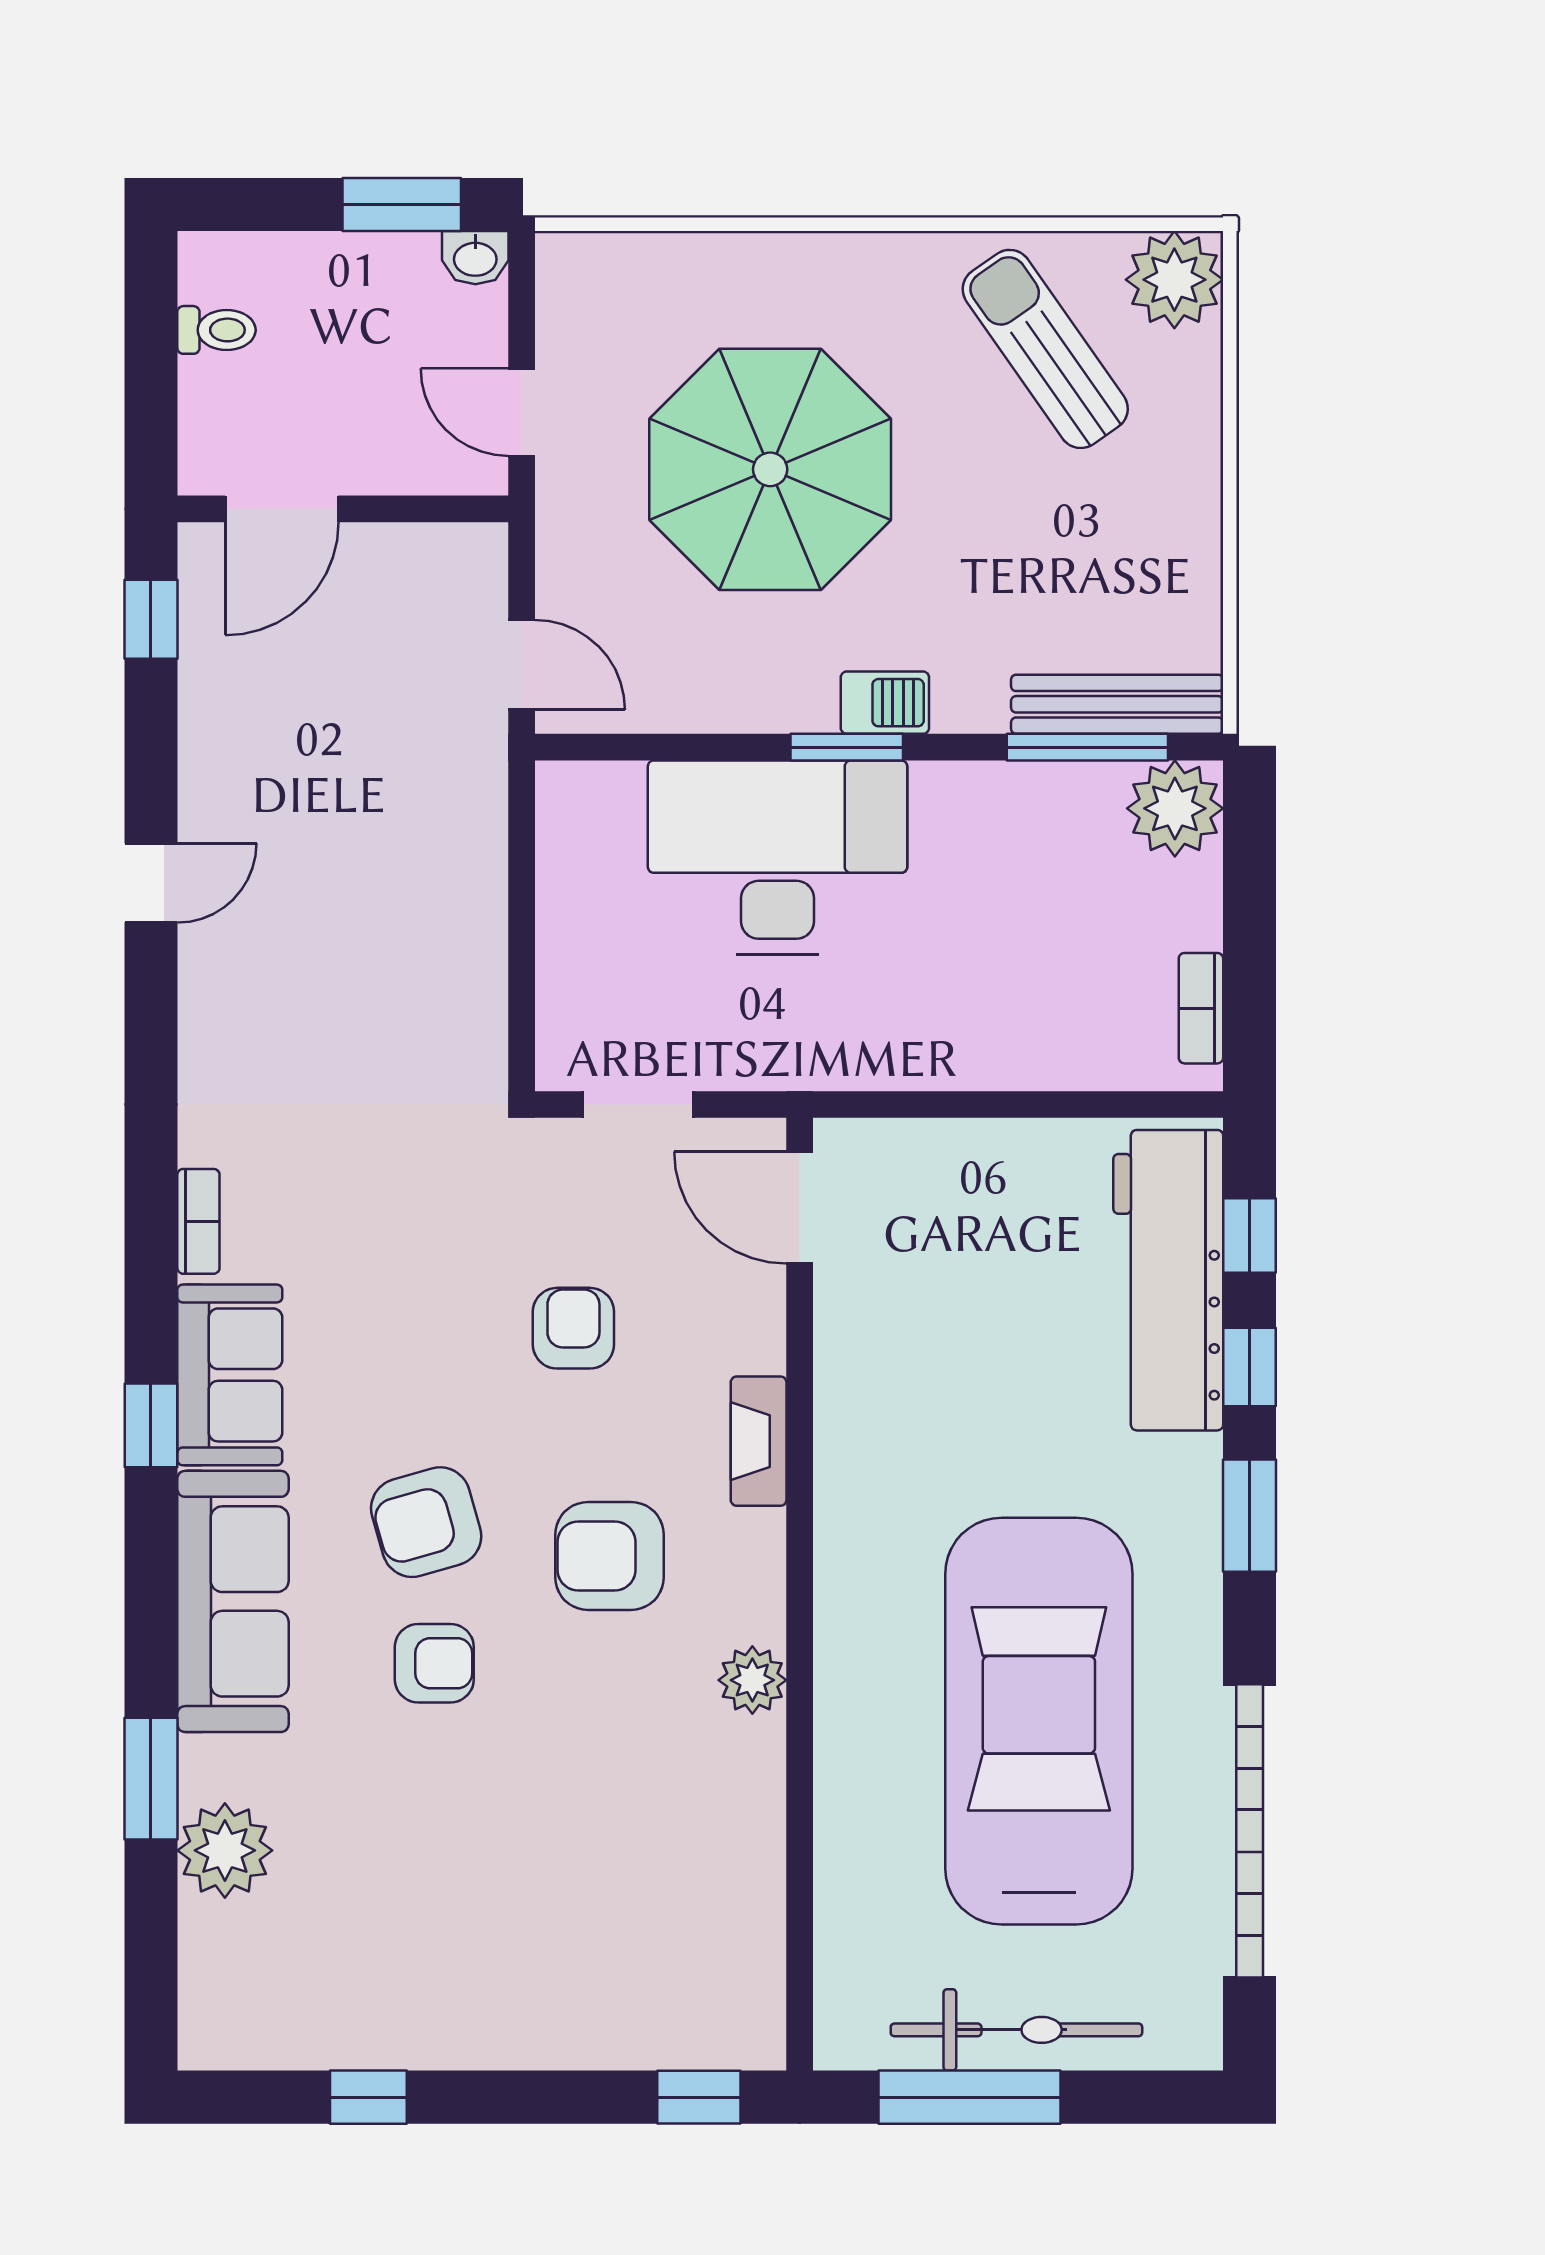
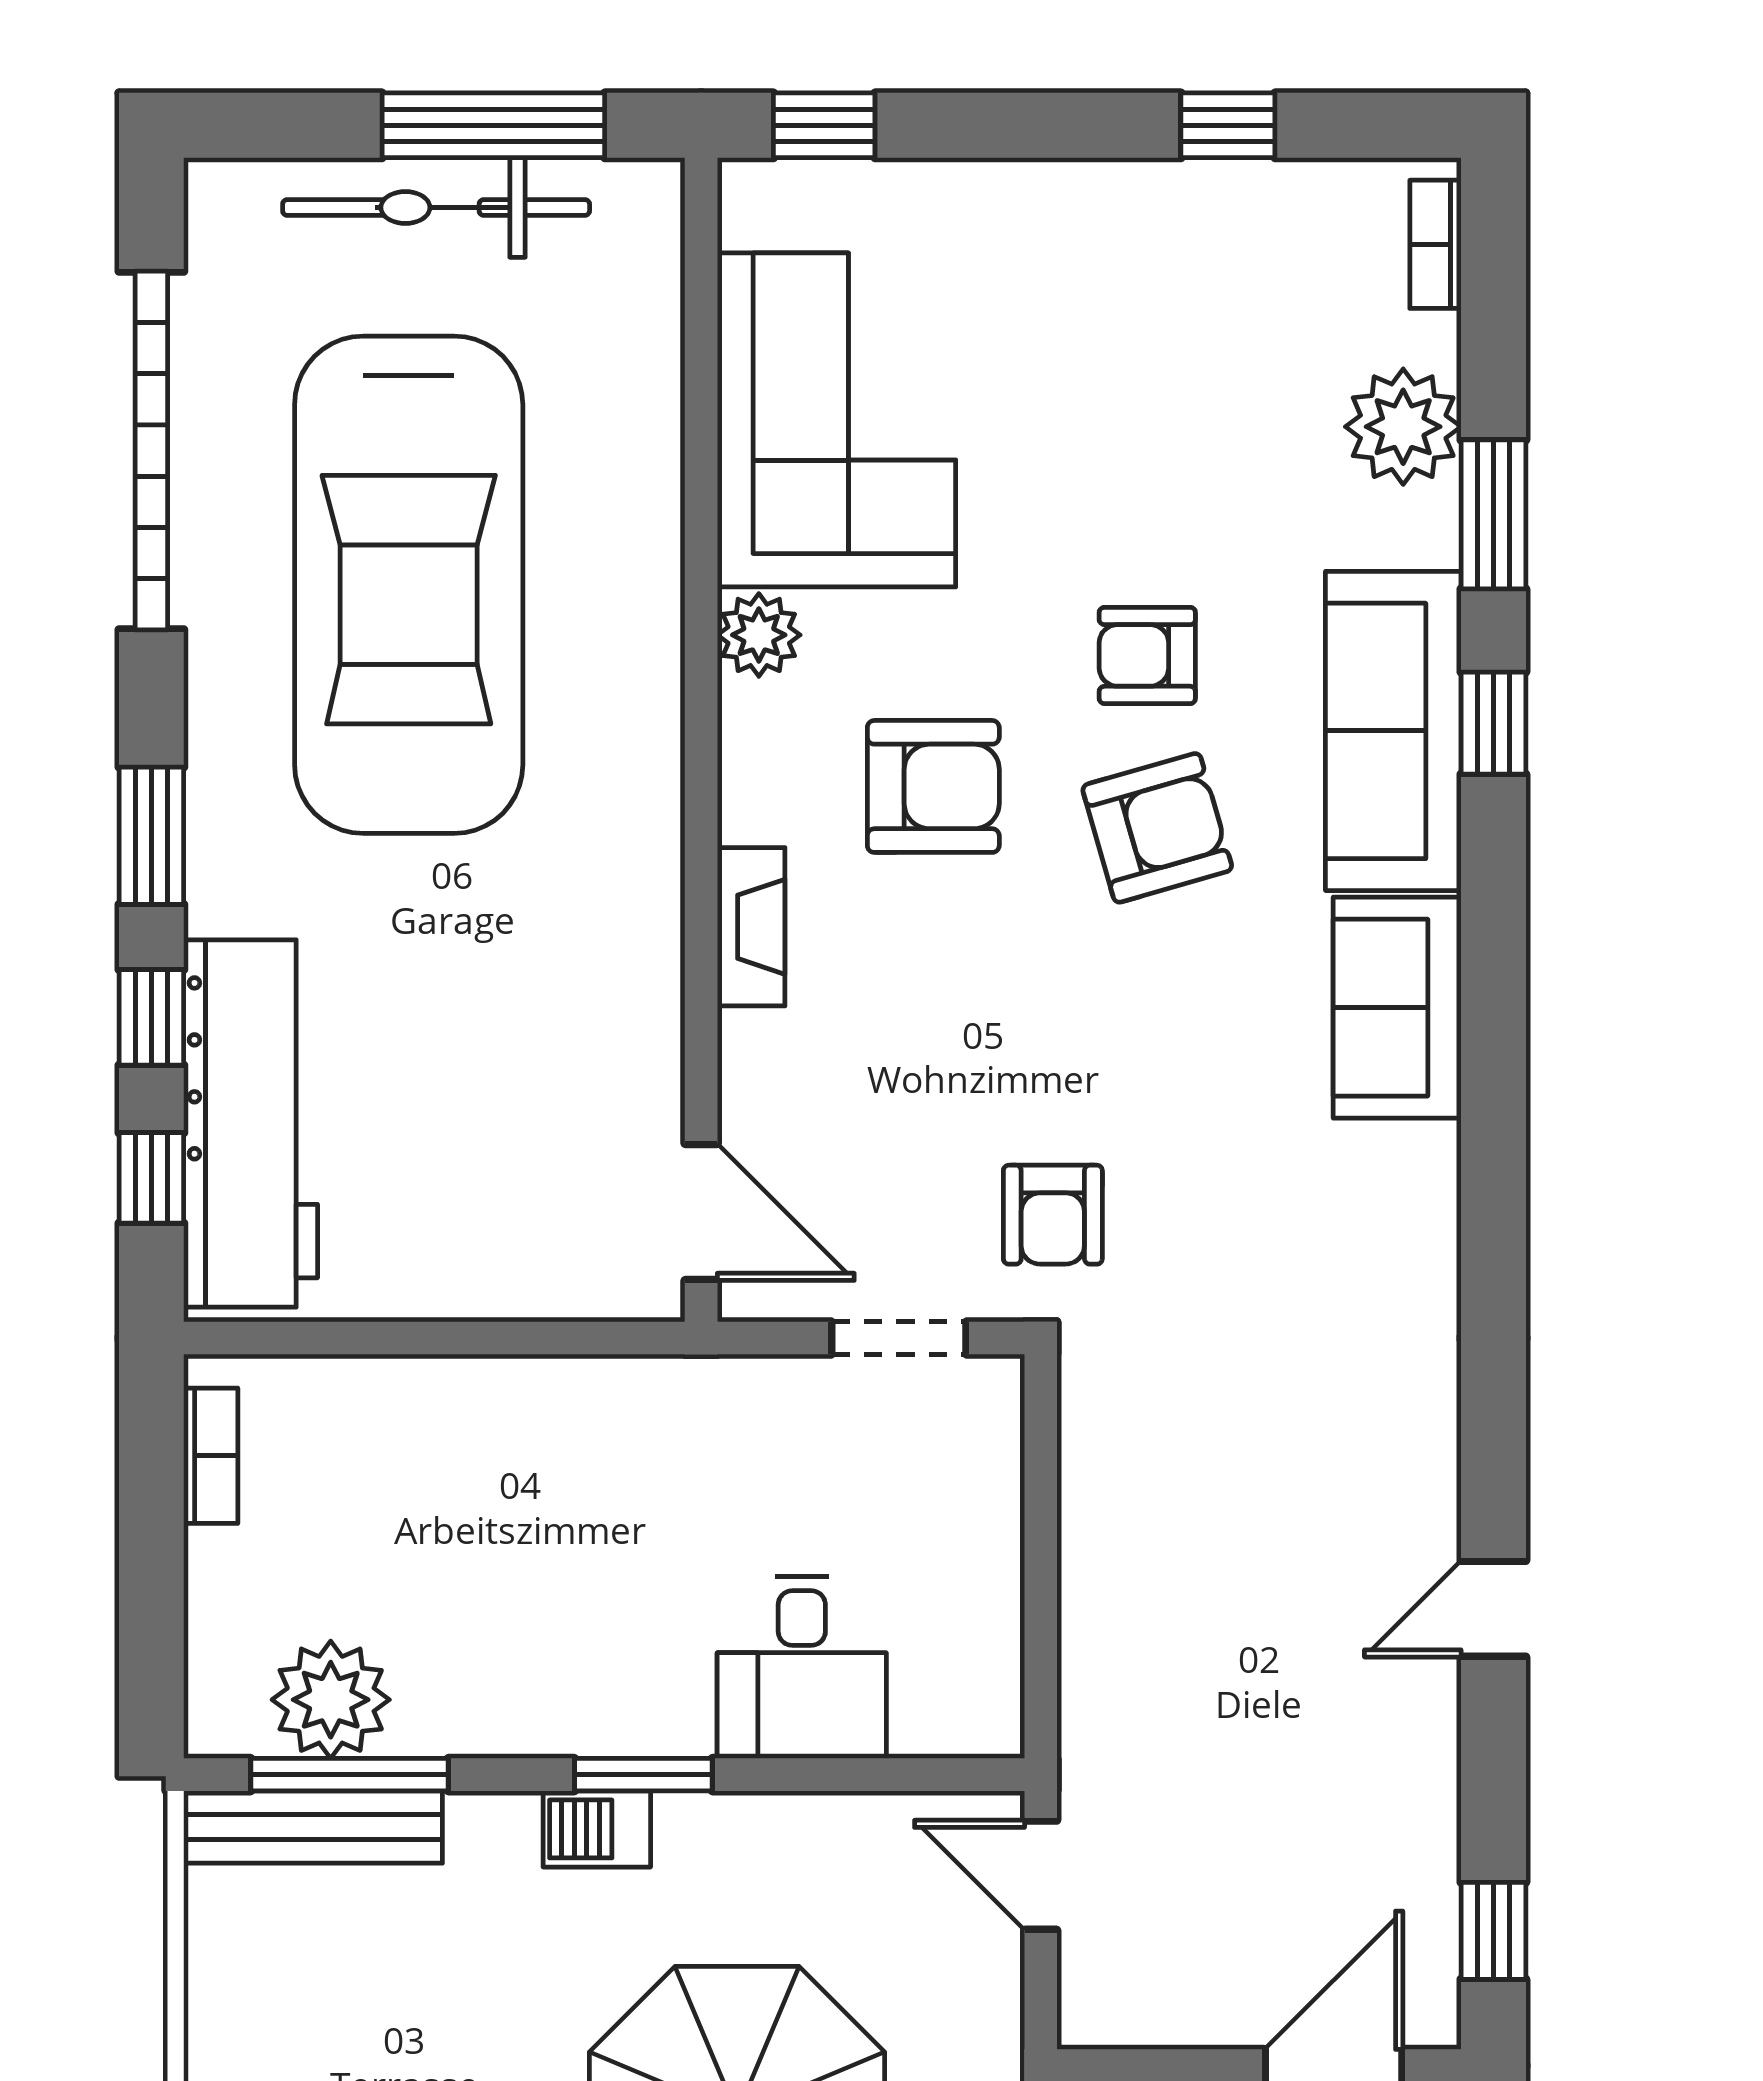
plant: (1175, 808) -> (331, 1700), moved
desk: (778, 857) -> (802, 1667), width x0.53, depth x0.77
bookcase: (198, 1221) -> (1435, 244), moved
armchair: (573, 1328) -> (1053, 1215), moved
window: (151, 1425) -> (1493, 723), moved
corner sofa: (689, 1856) -> (836, 420), added

